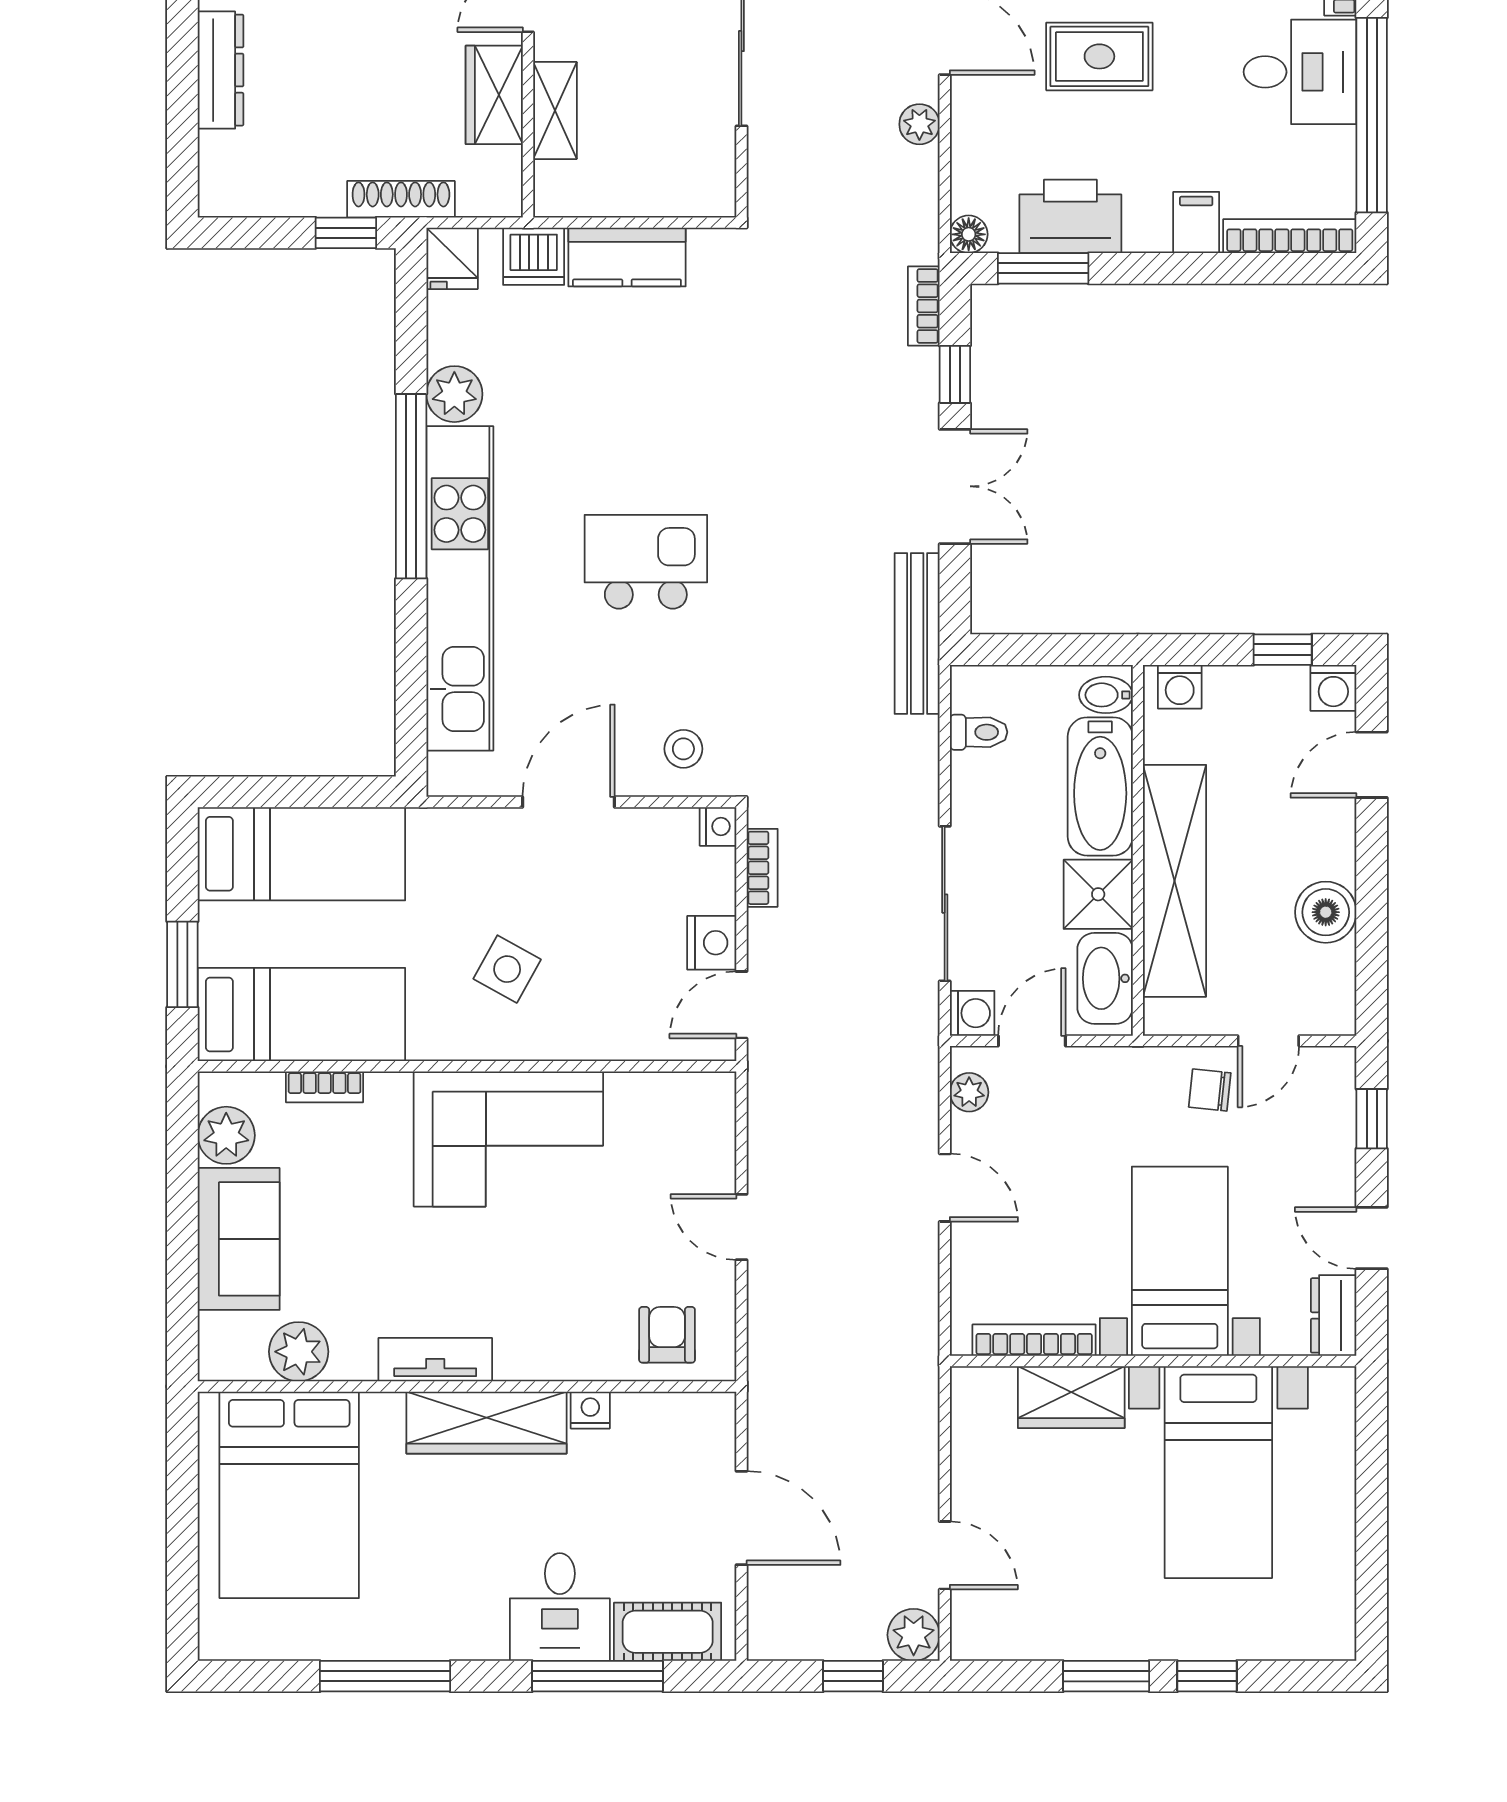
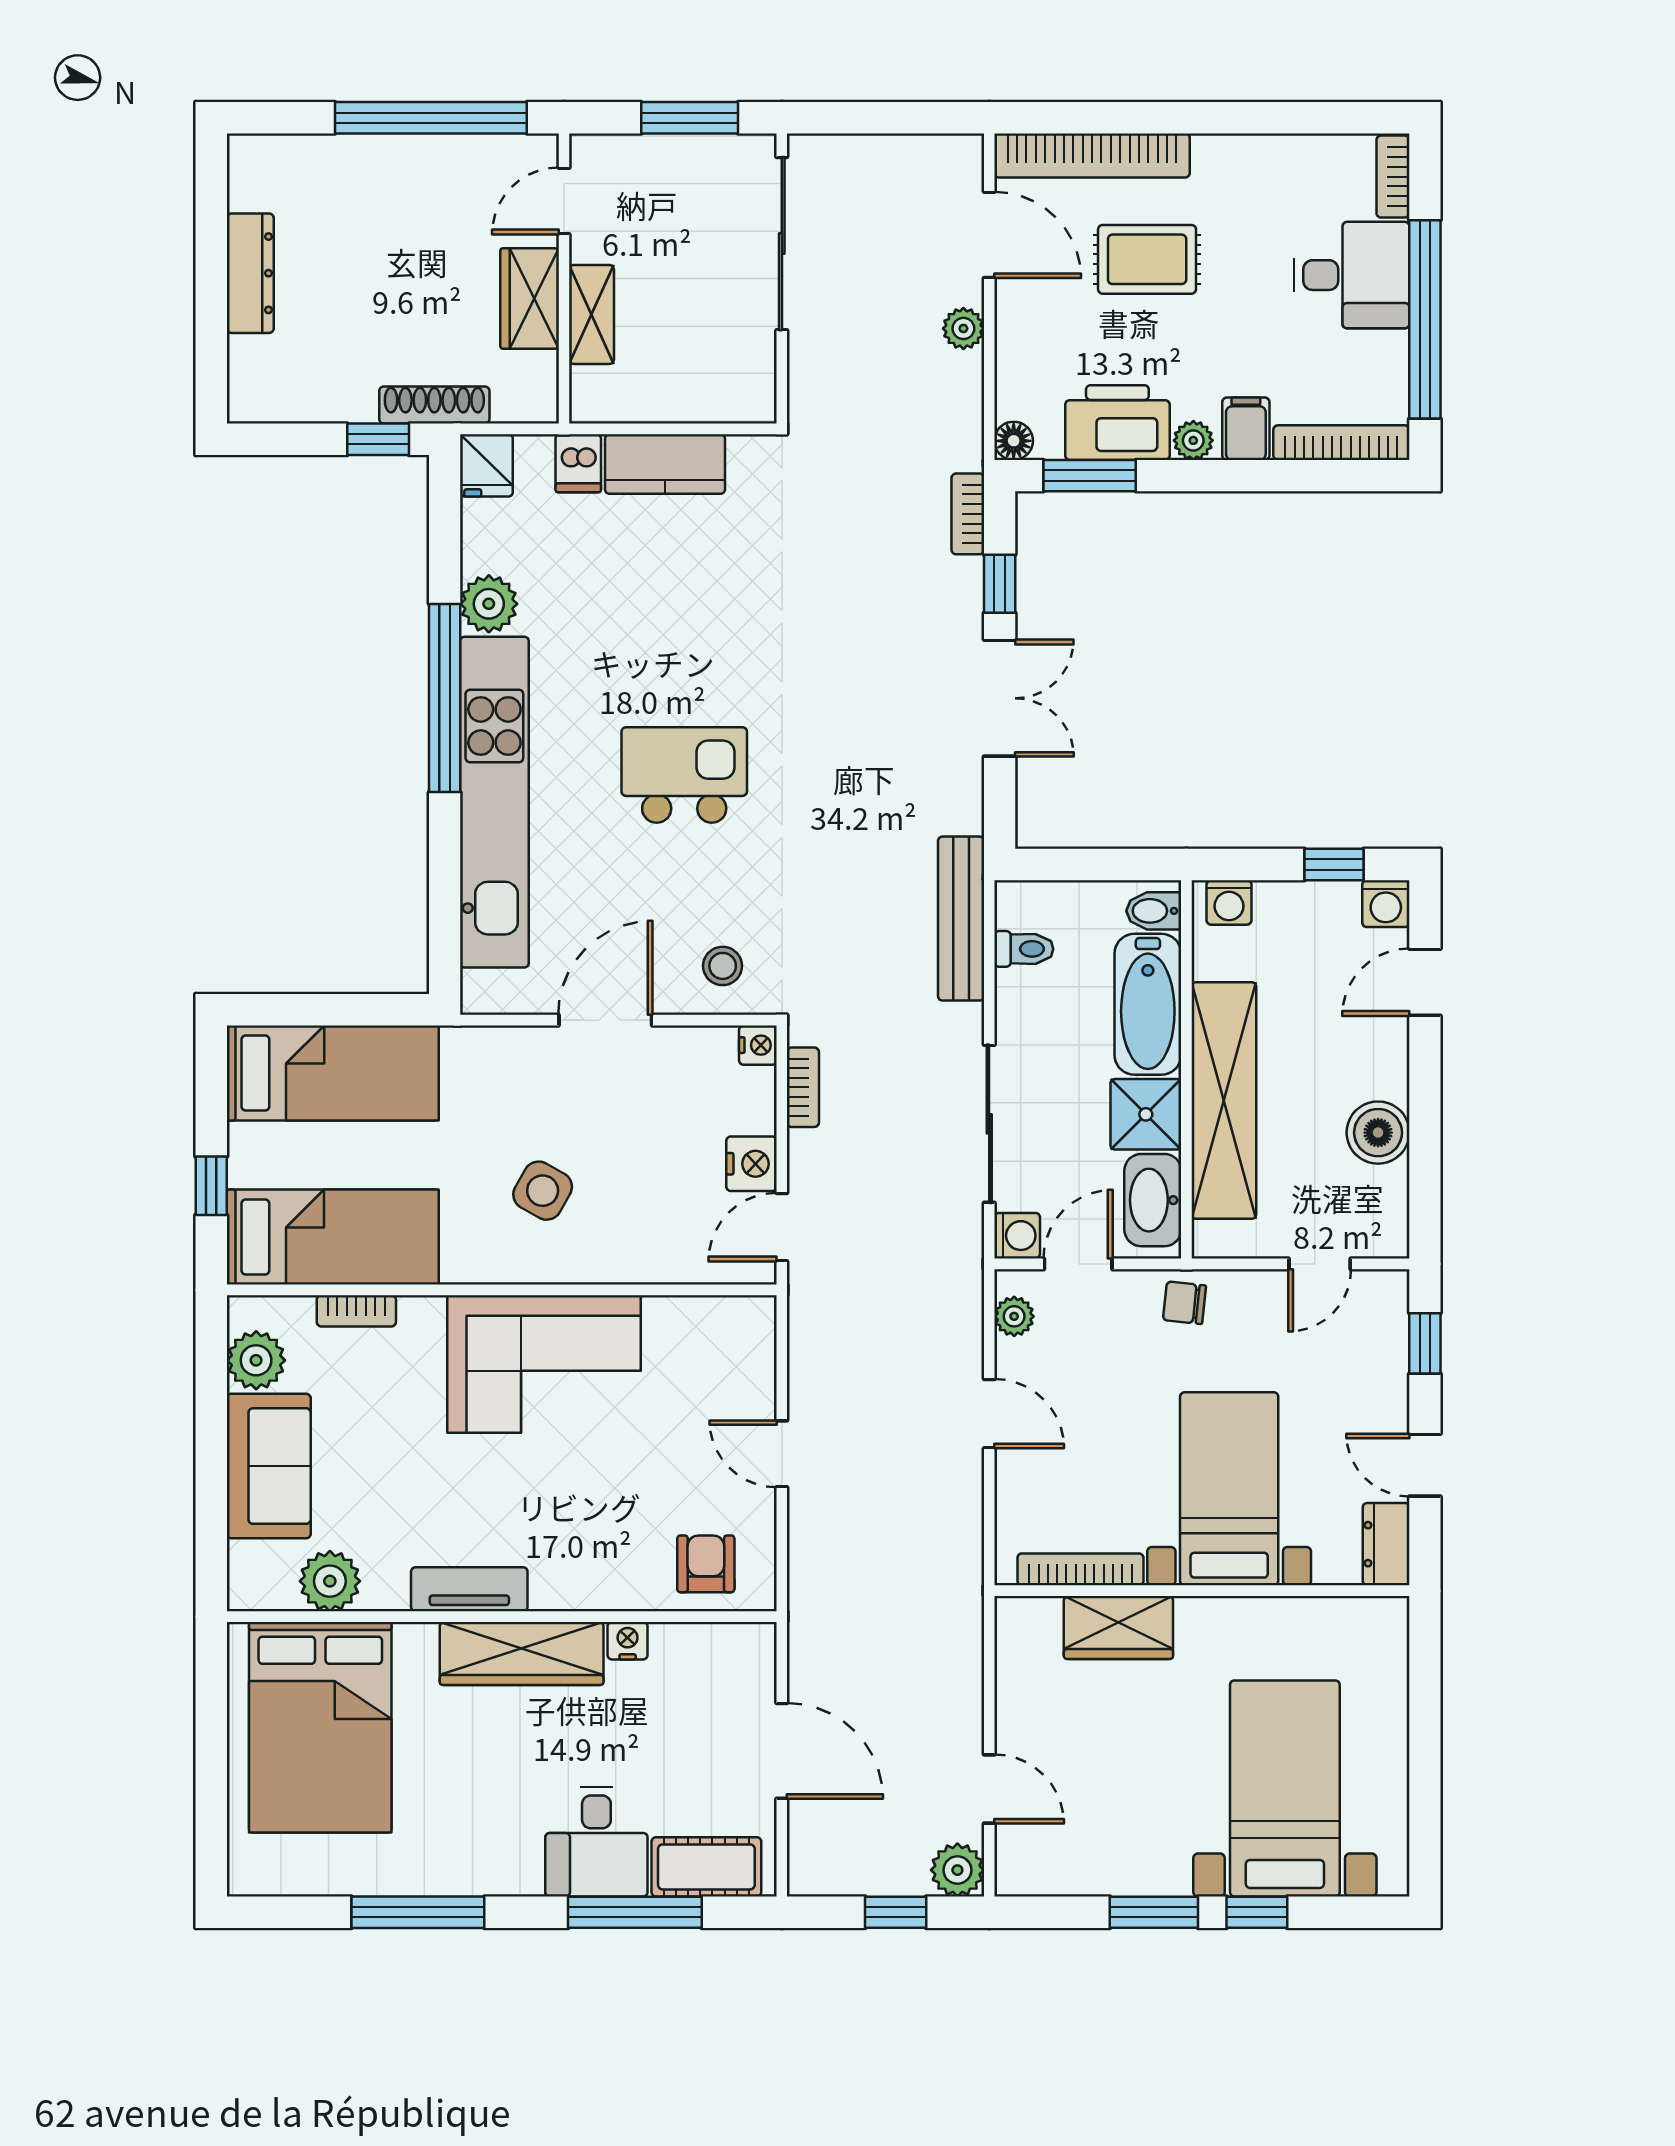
plant: (1145, 234) -> (1193, 440), added
dishwasher: (534, 256) -> (578, 463), width x0.73
bench: (917, 634) -> (961, 919), moved
window: (182, 964) -> (211, 1186), width x0.67
chair: (1210, 1090) -> (1185, 1303), moved
bed with nightstands: (1218, 1472) -> (1285, 1789), moved, turned 180

